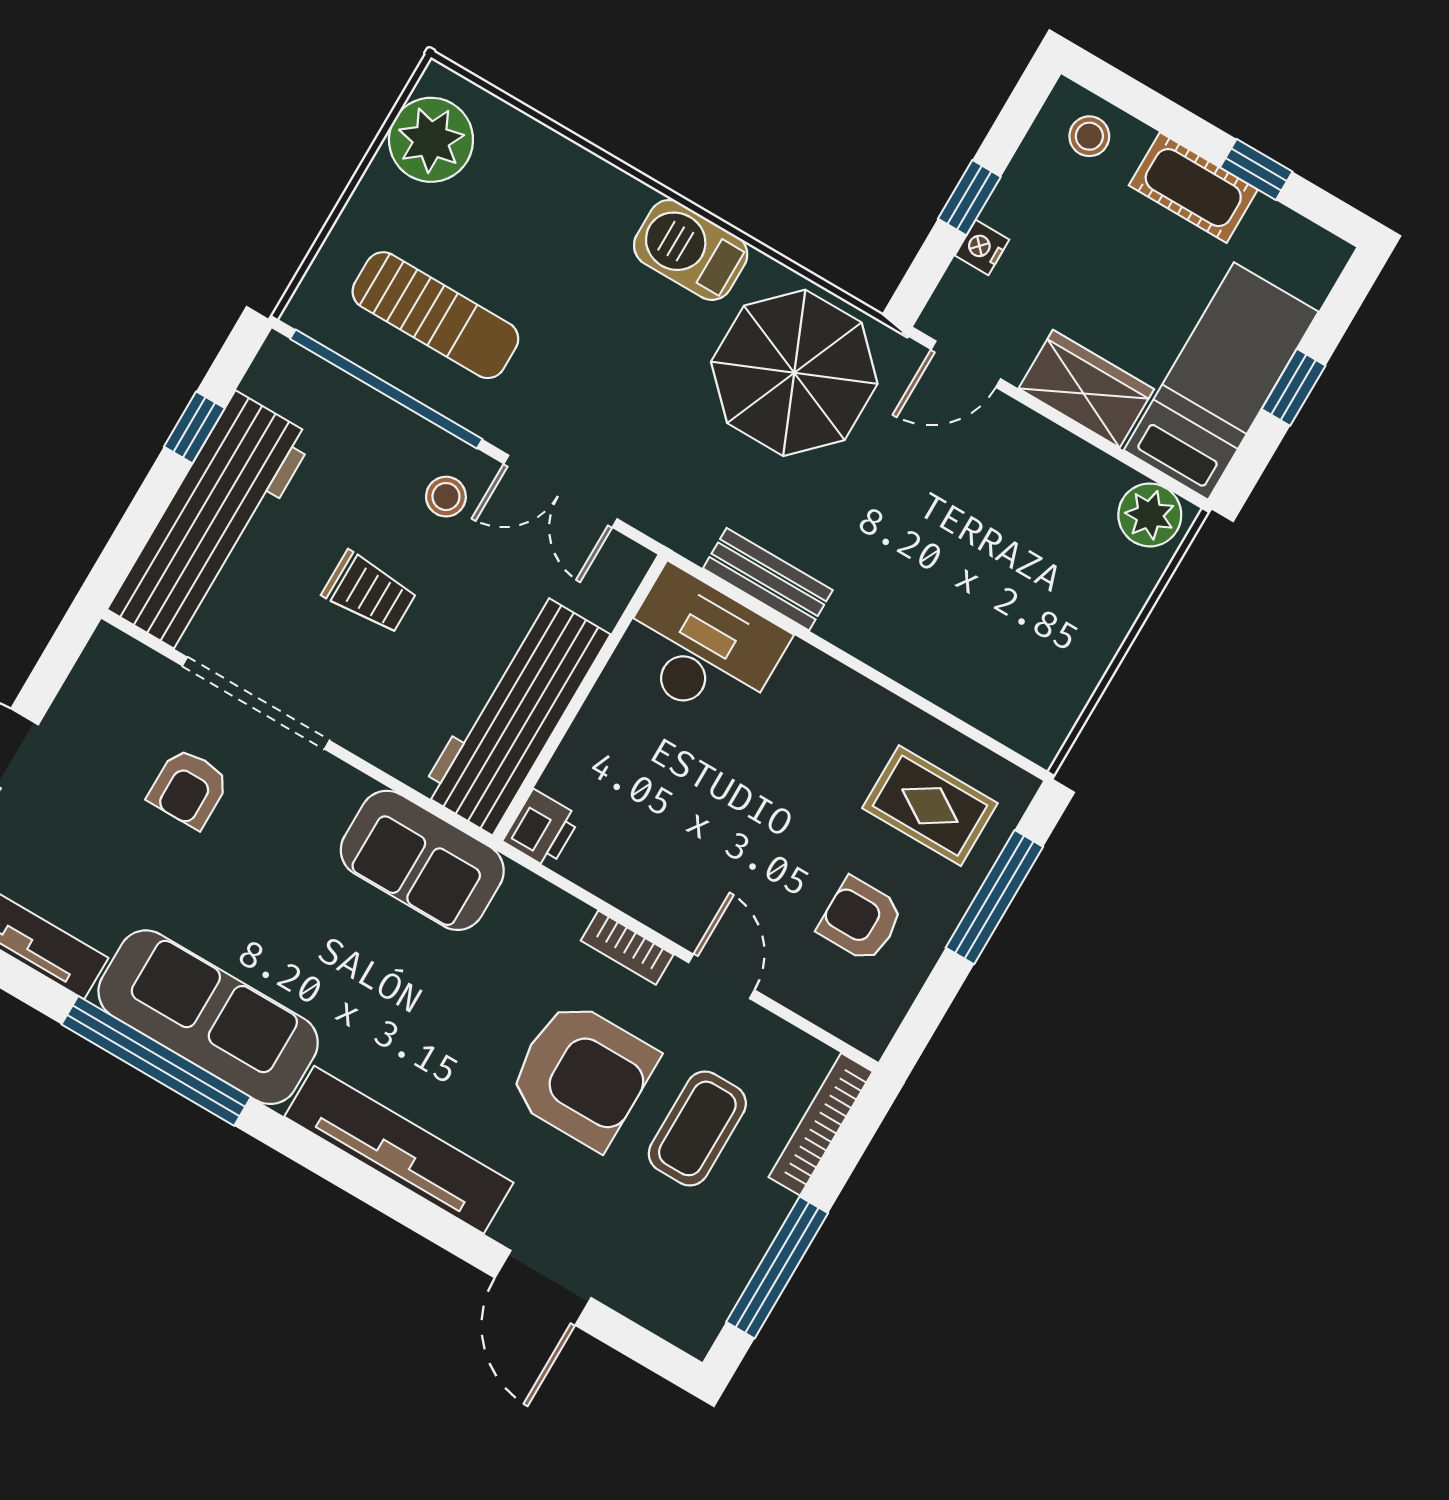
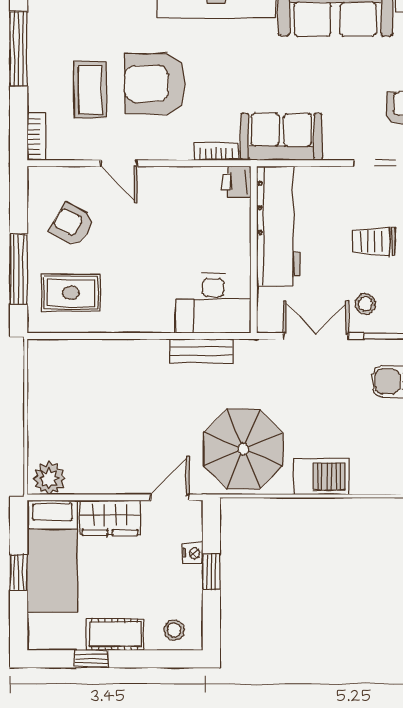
armchair: (861, 920) -> (72, 224), turned -151
bookcase: (627, 948) -> (216, 151), moved
bookcase: (821, 1124) -> (37, 137), width x0.64

